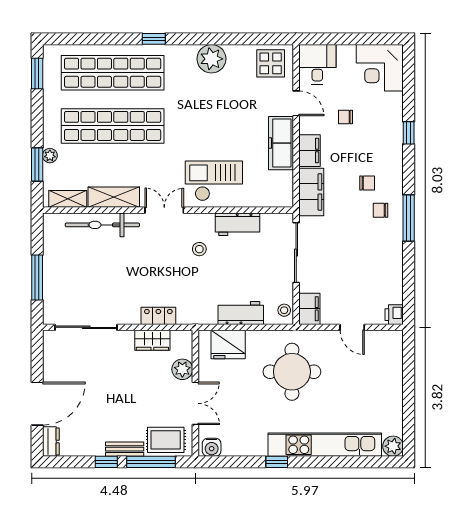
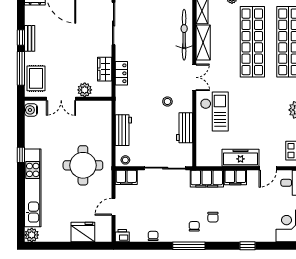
chair: (345, 117) -> (153, 236), moved
fridge: (228, 344) -> (83, 232), moved, turned 90
bench: (125, 449) -> (30, 38), moved

